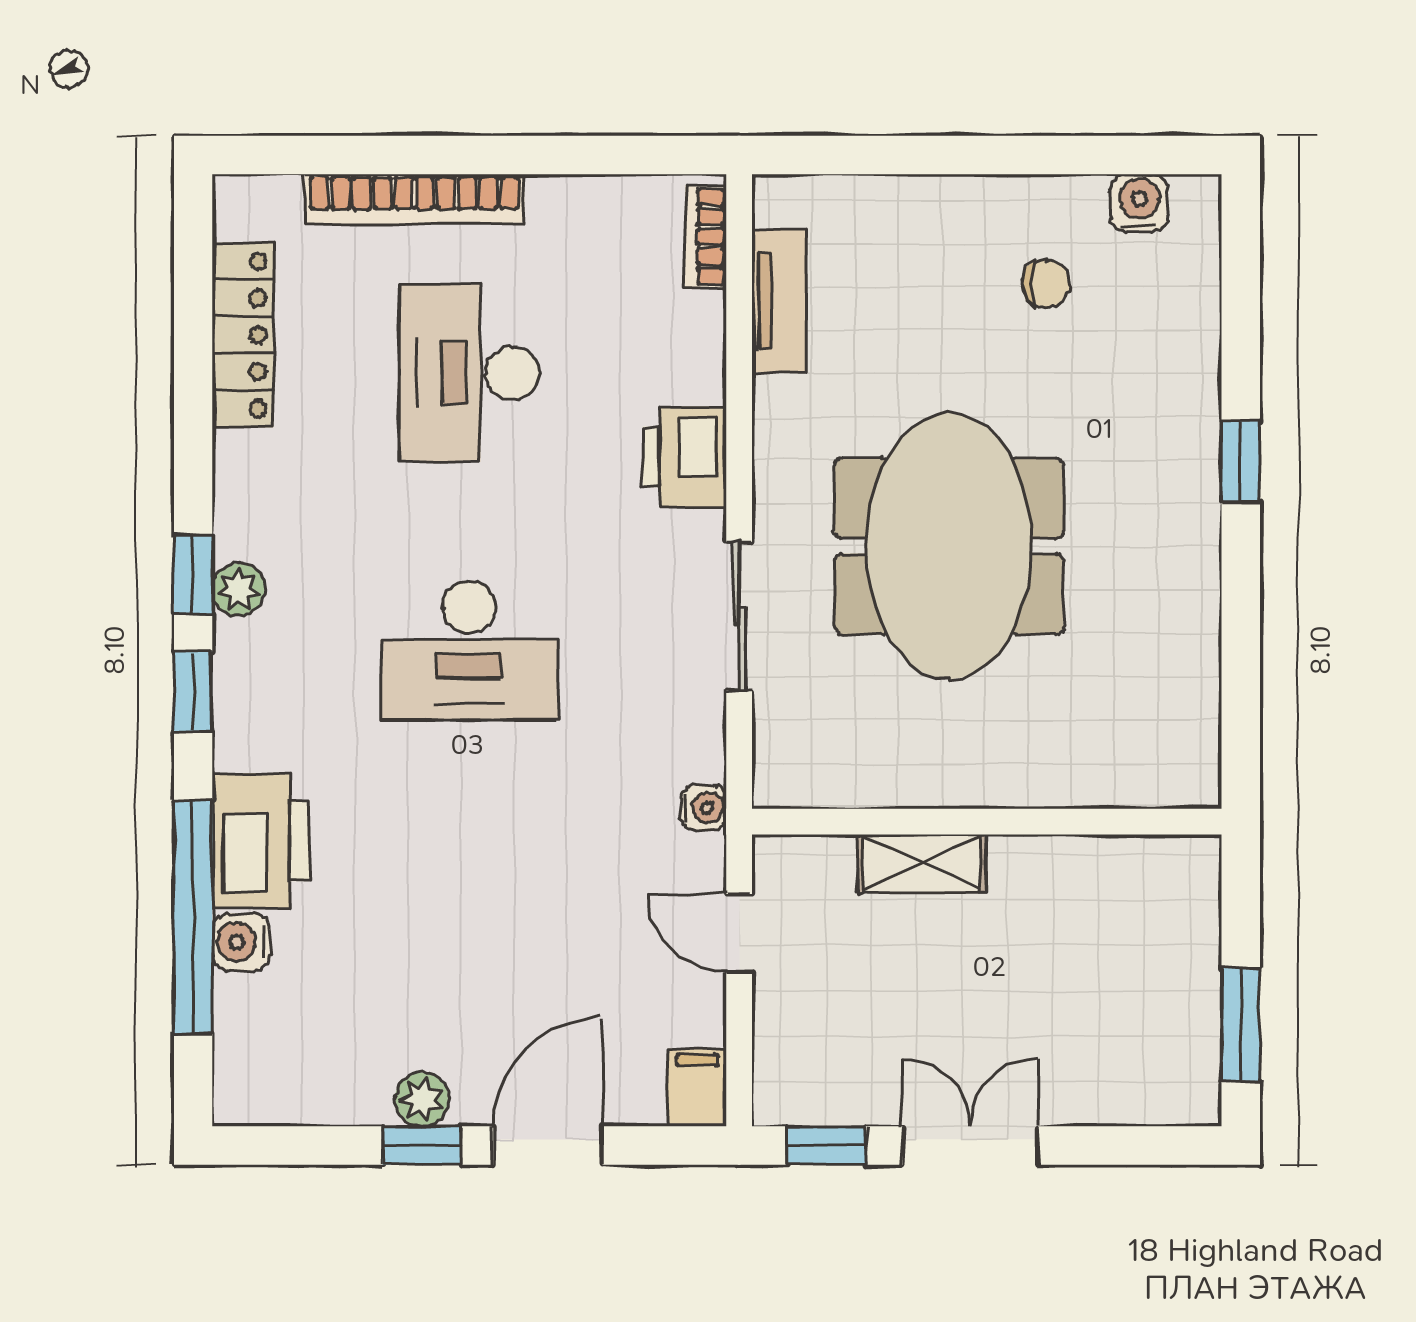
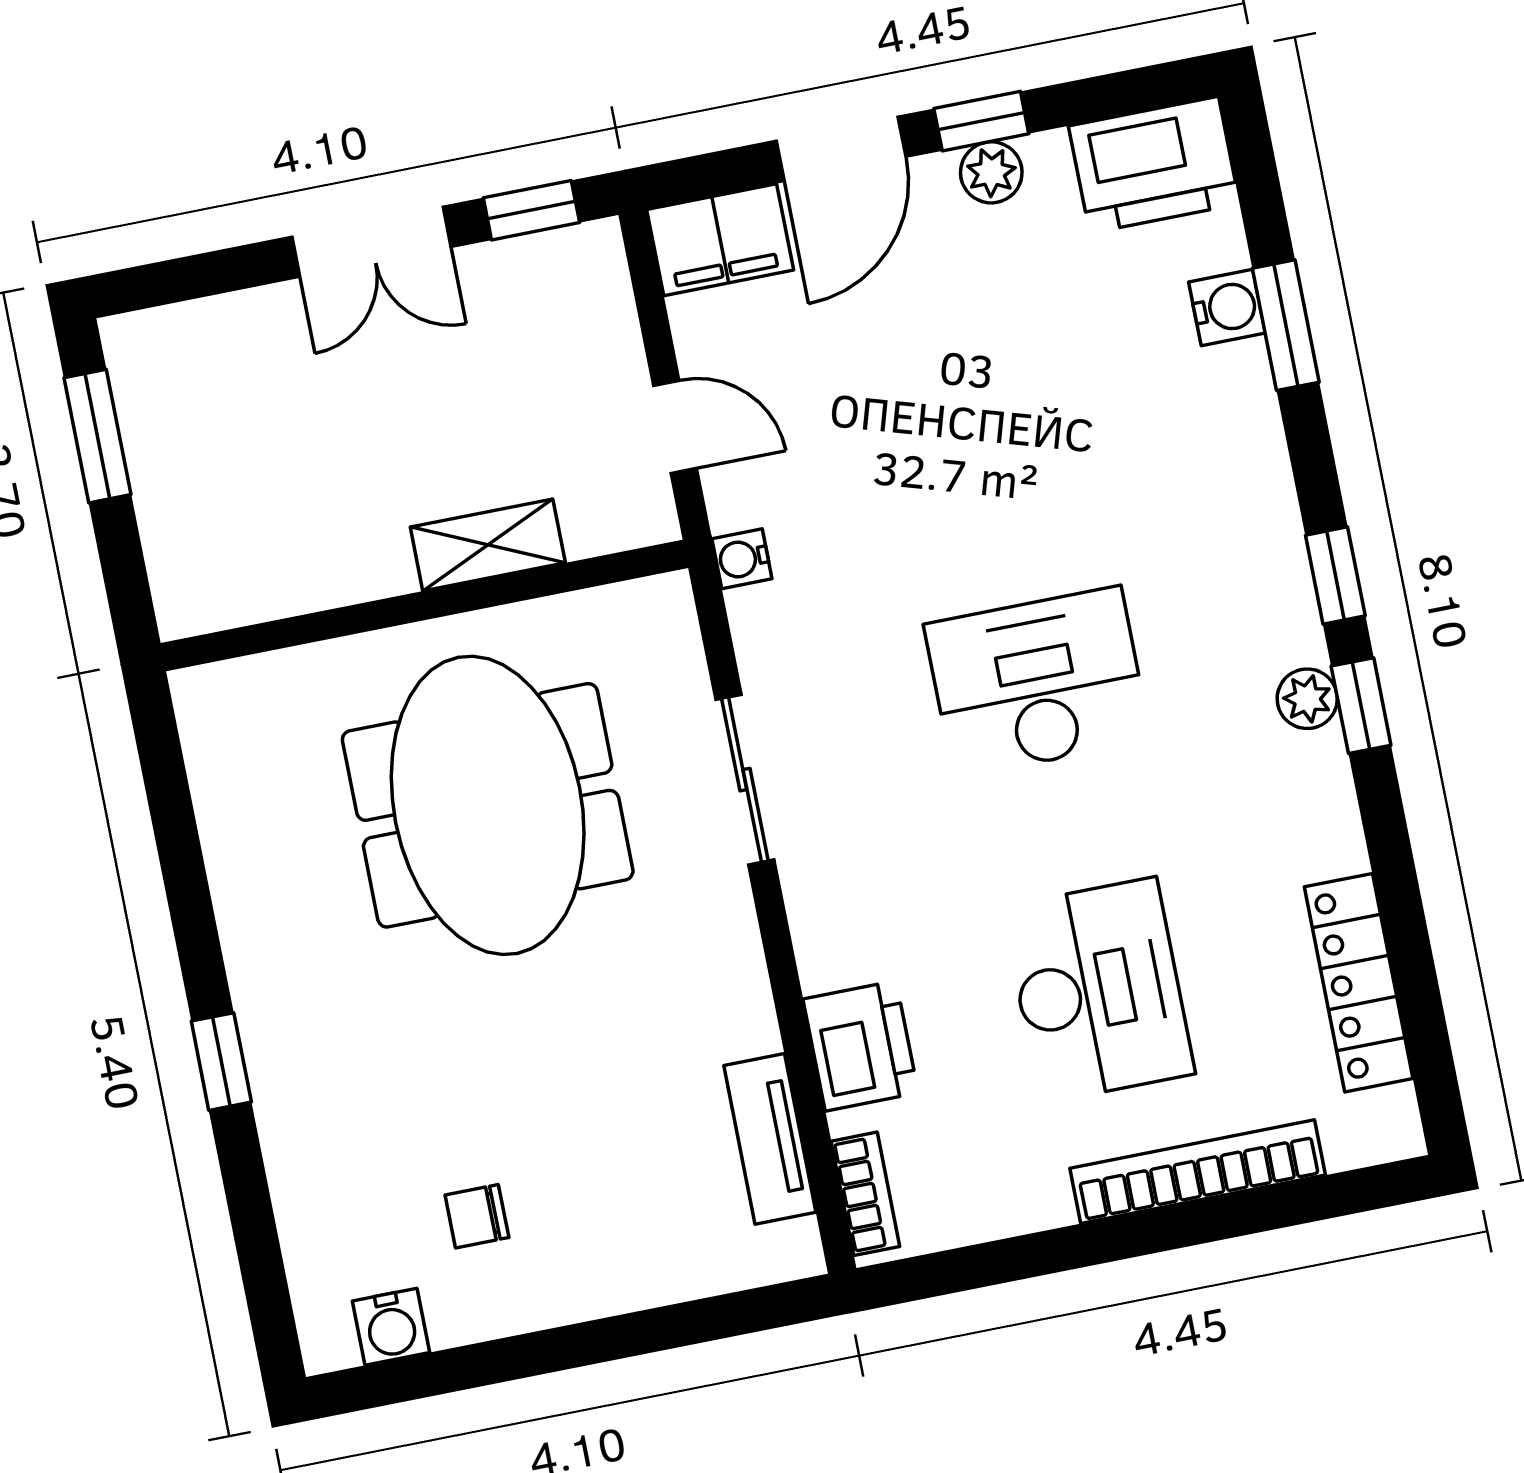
printer: (685, 457) -> (861, 1046), moved
meeting table: (949, 546) -> (488, 805), moved
printer: (261, 841) -> (1154, 165), moved, turned -90
window: (193, 917) -> (1286, 325), width x0.47
filing cabinet: (697, 1088) -> (720, 240), width x2.00

